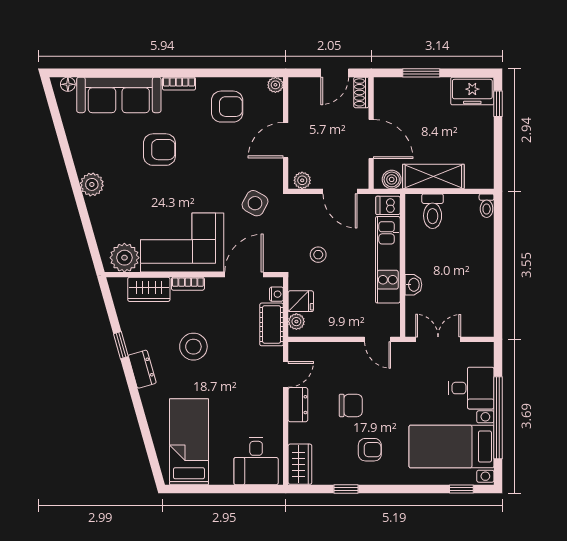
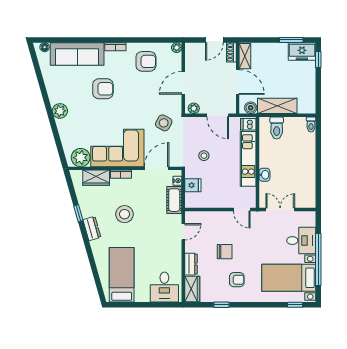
window: (421, 73) -> (291, 40), moved
shelving: (383, 98) -> (245, 56), added
plant: (296, 322) -> (190, 198), removed
dresser: (298, 405) -> (191, 264), moved

